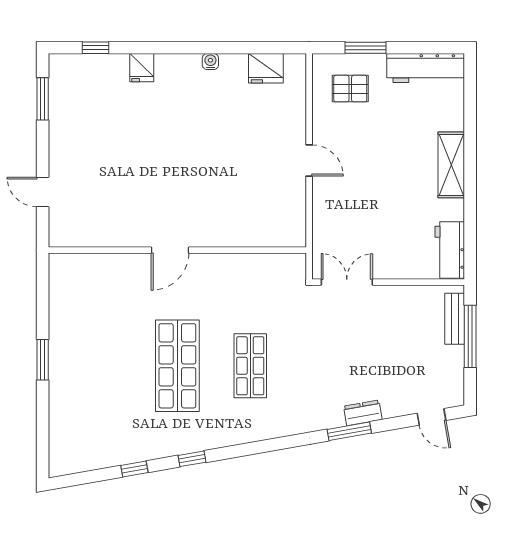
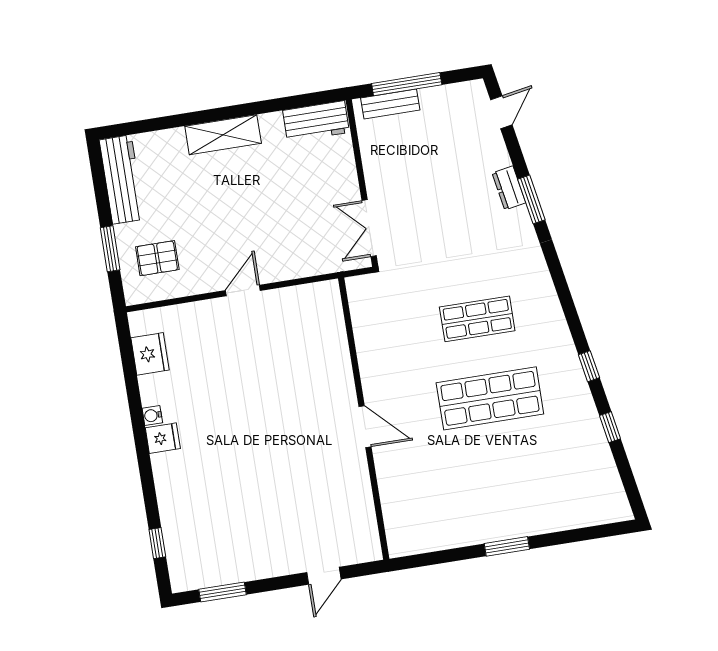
fridge: (142, 68) -> (163, 438), moved
pallet: (350, 89) -> (157, 258), turned 90

